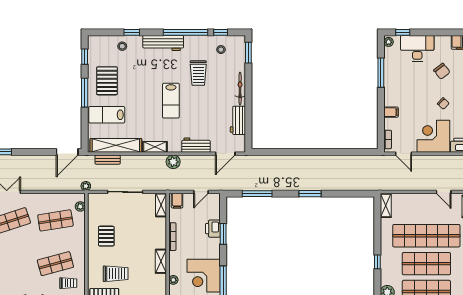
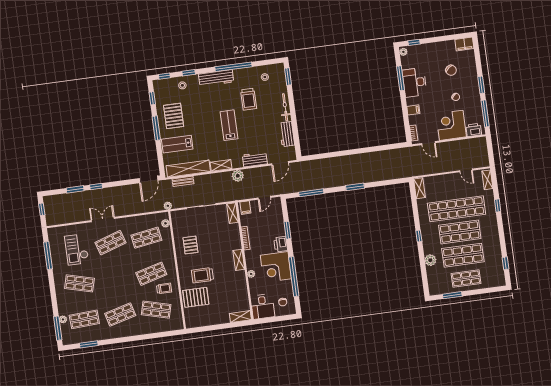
window: (221, 32) -> (164, 76), moved
desk: (417, 48) -> (415, 82), moved, turned -90
lab bench: (171, 101) -> (229, 125), turned 180
printer: (213, 229) -> (281, 244), moved
trolley: (116, 274) -> (202, 275), turned 180

